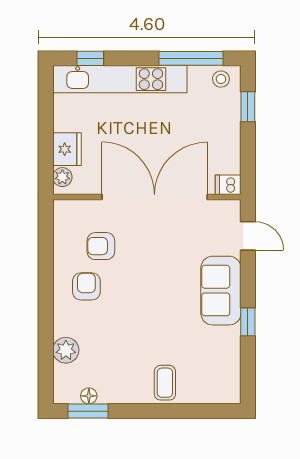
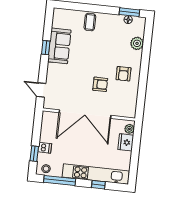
window: (90, 58) -> (98, 185), moved
dishwasher: (228, 185) -> (45, 148), moved
armchair: (101, 246) -> (100, 84), moved
sofa: (221, 291) -> (59, 46), moved

